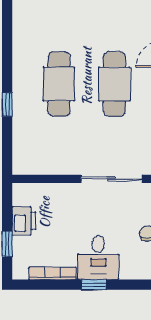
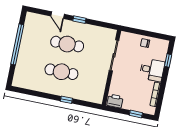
printer: (24, 221) -> (115, 101), moved
window: (94, 285) -> (168, 61), moved

